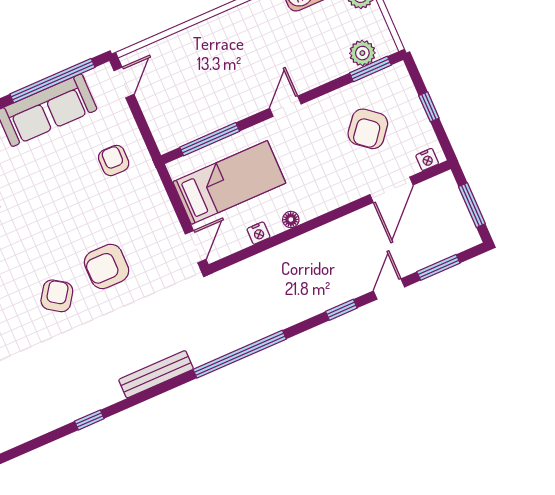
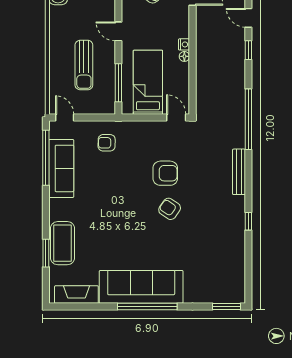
sun lounger: (214, 77) -> (84, 65), added
nightstand: (258, 233) -> (184, 44), moved
armchair: (107, 266) -> (165, 173), turned -90

